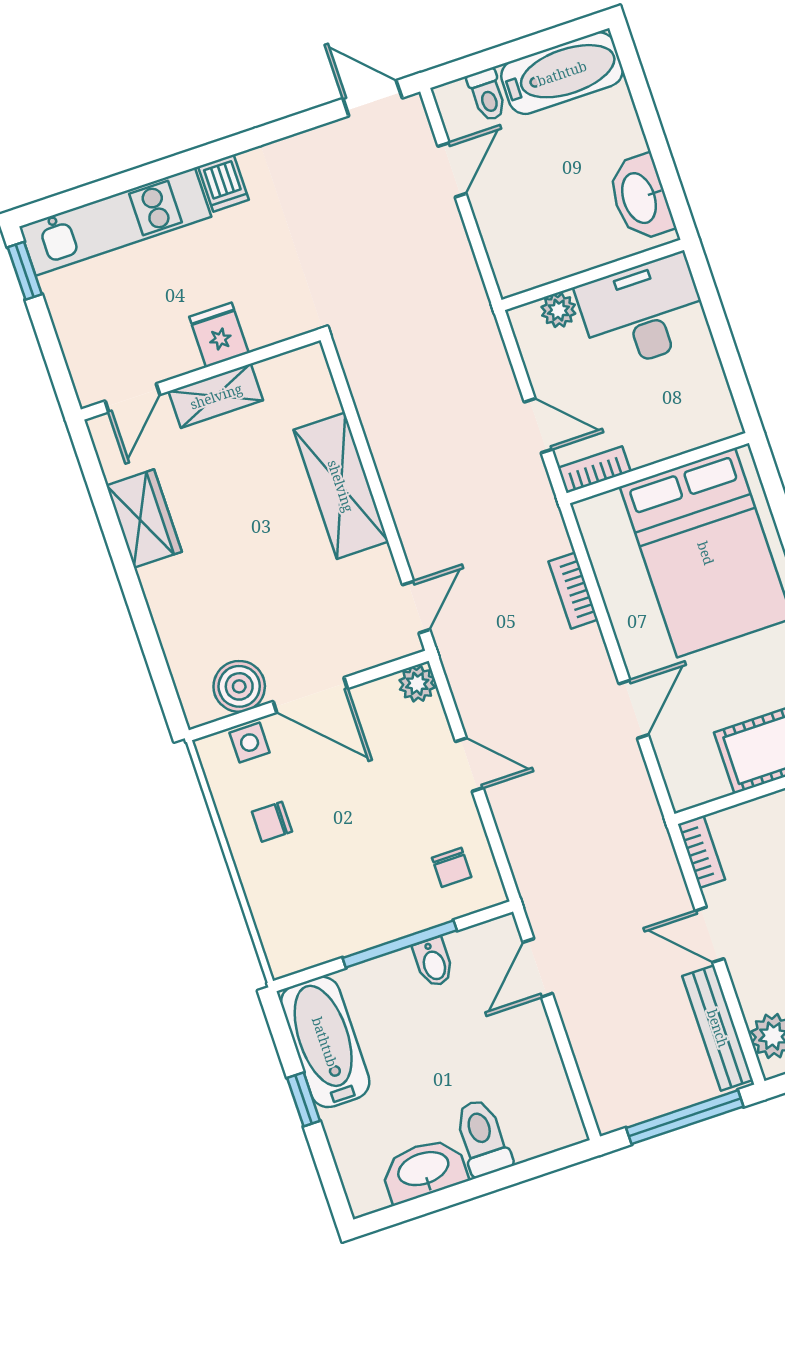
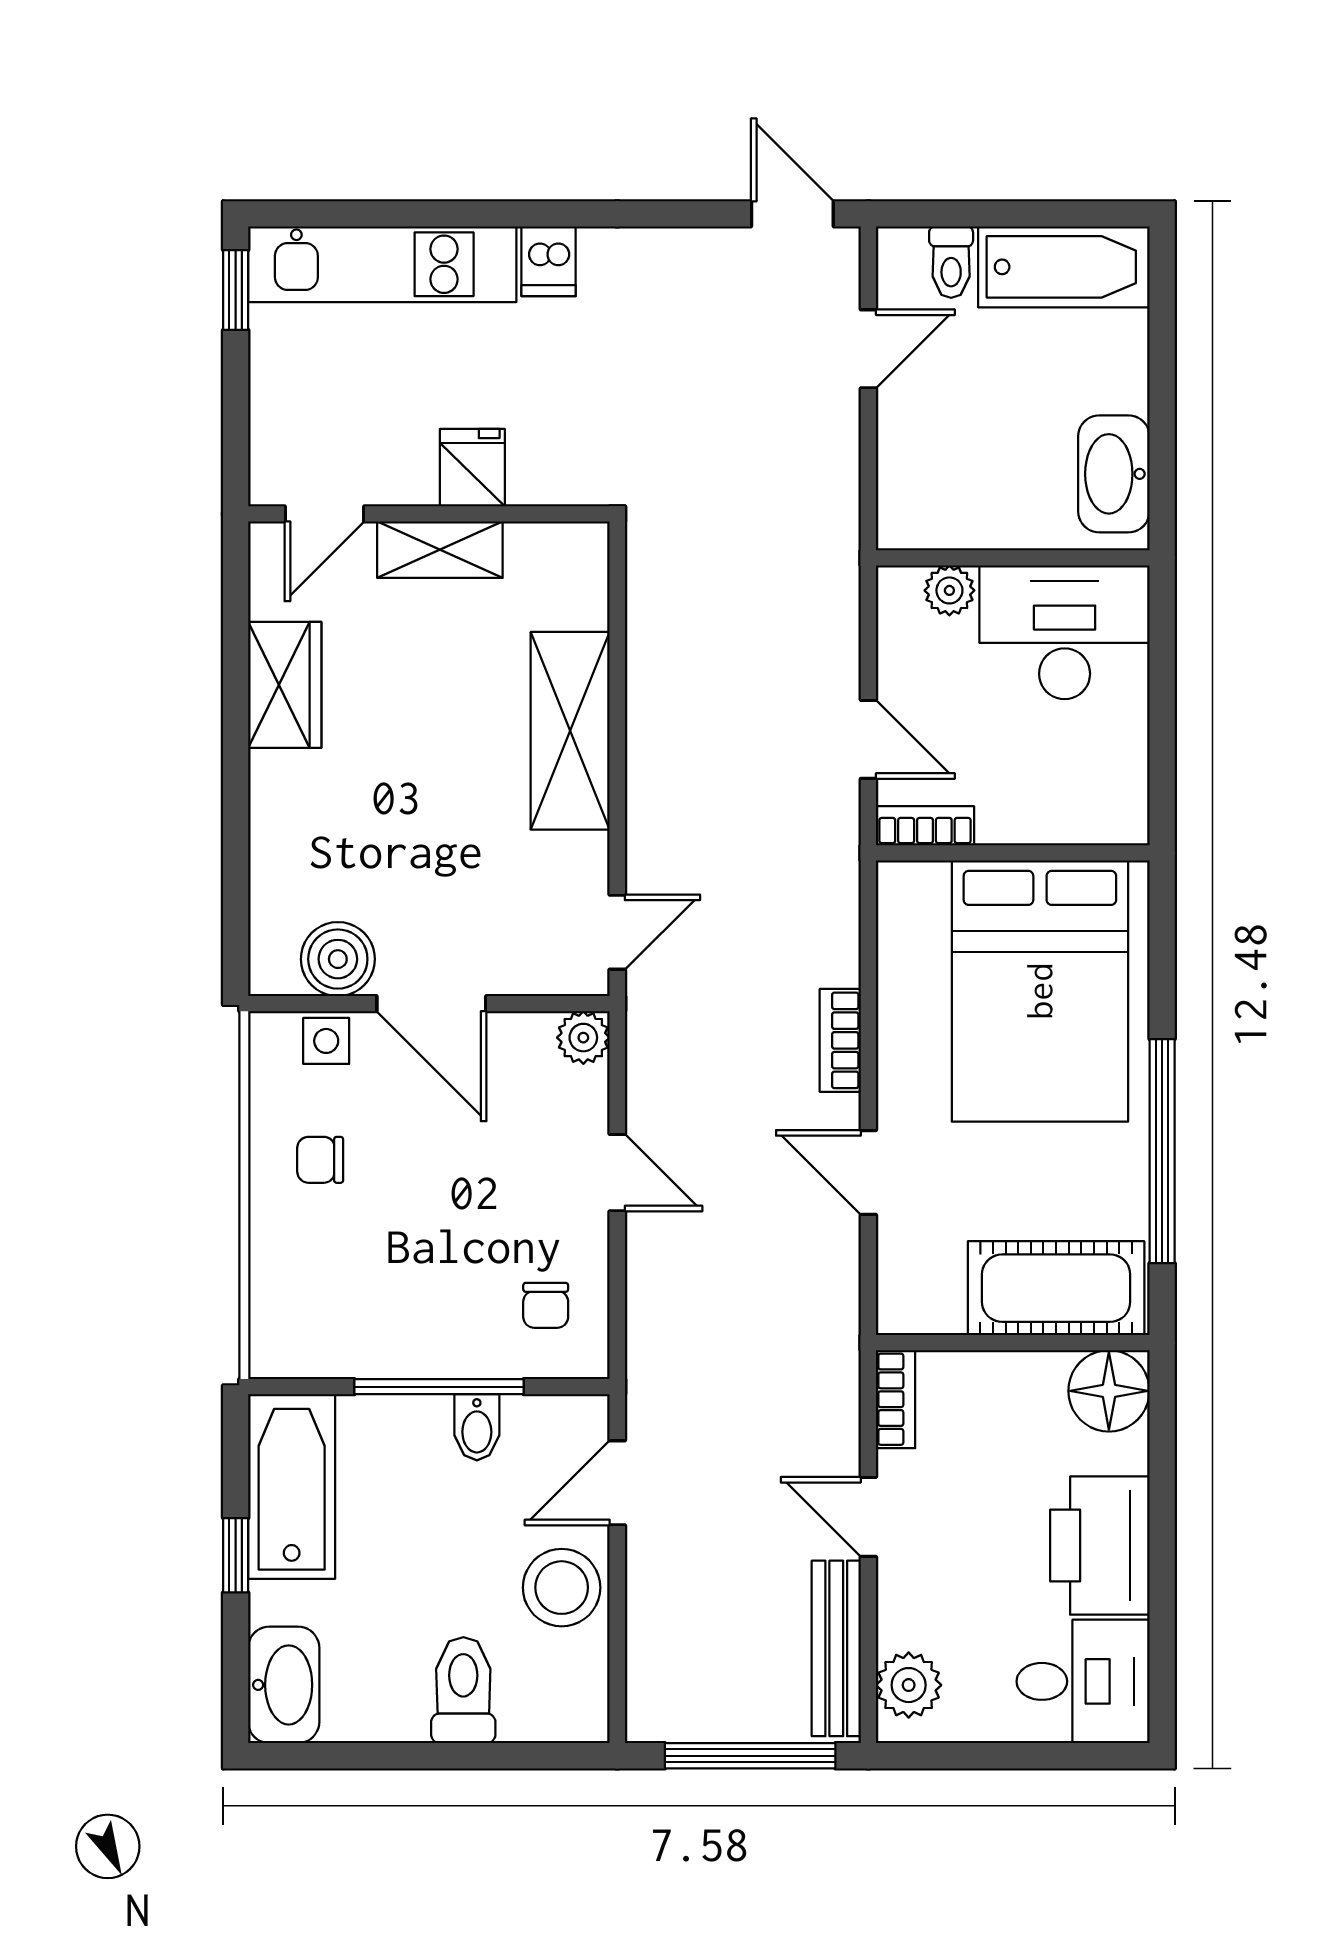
bookcase: (573, 591) -> (840, 1040), moved
door: (634, 709) -> (868, 1172), swing flipped
stool: (524, 1049) -> (562, 1588), added
washbasin: (424, 1170) -> (284, 1685), moved, turned 90

